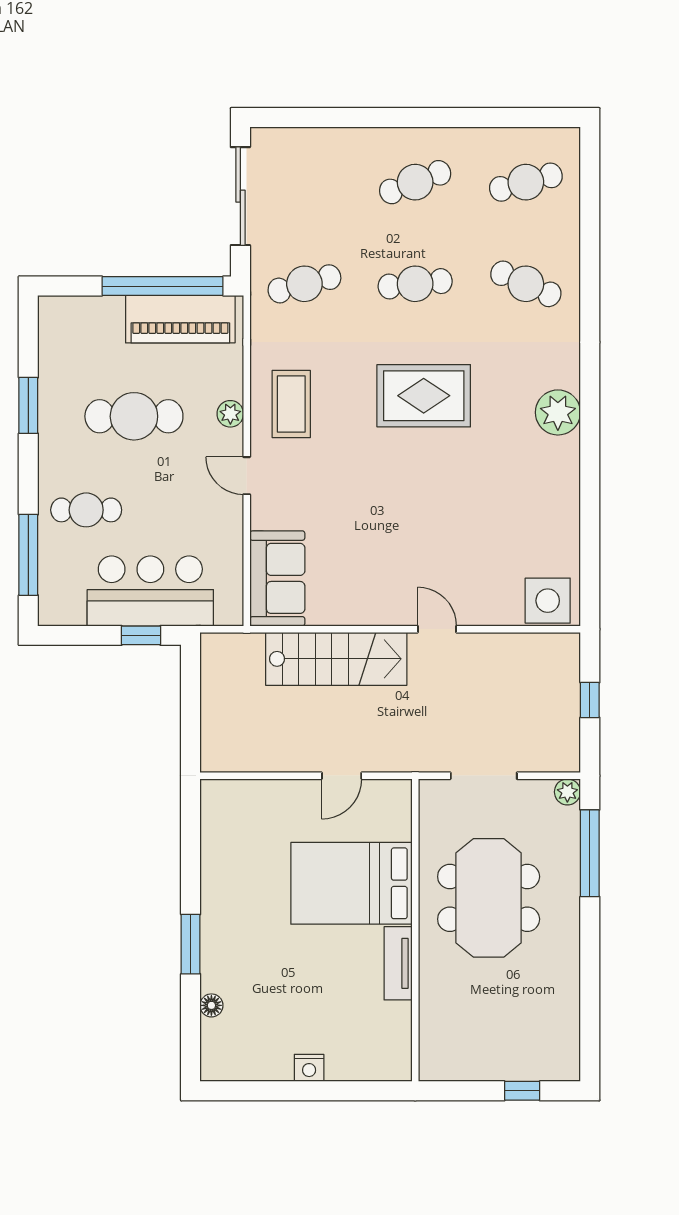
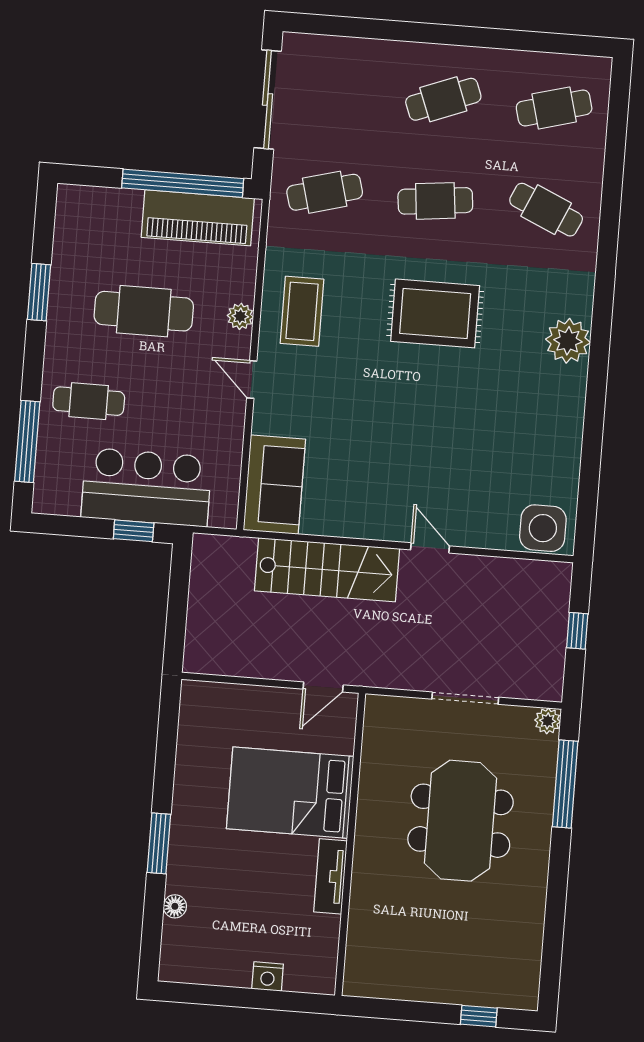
bed: (351, 883) -> (290, 793), moved
wall: (415, 930) -> (350, 844), moved
tv unit: (398, 963) -> (330, 876), moved

